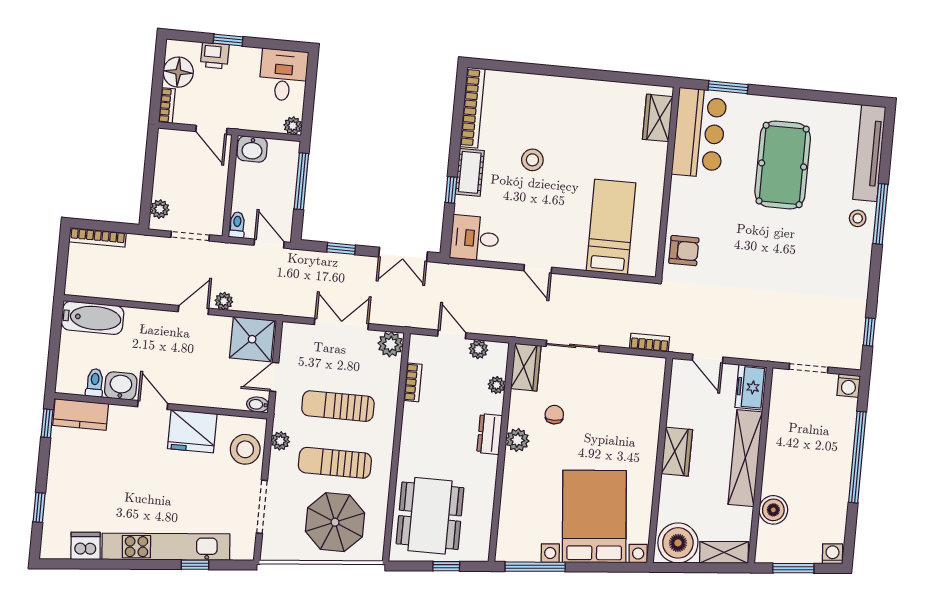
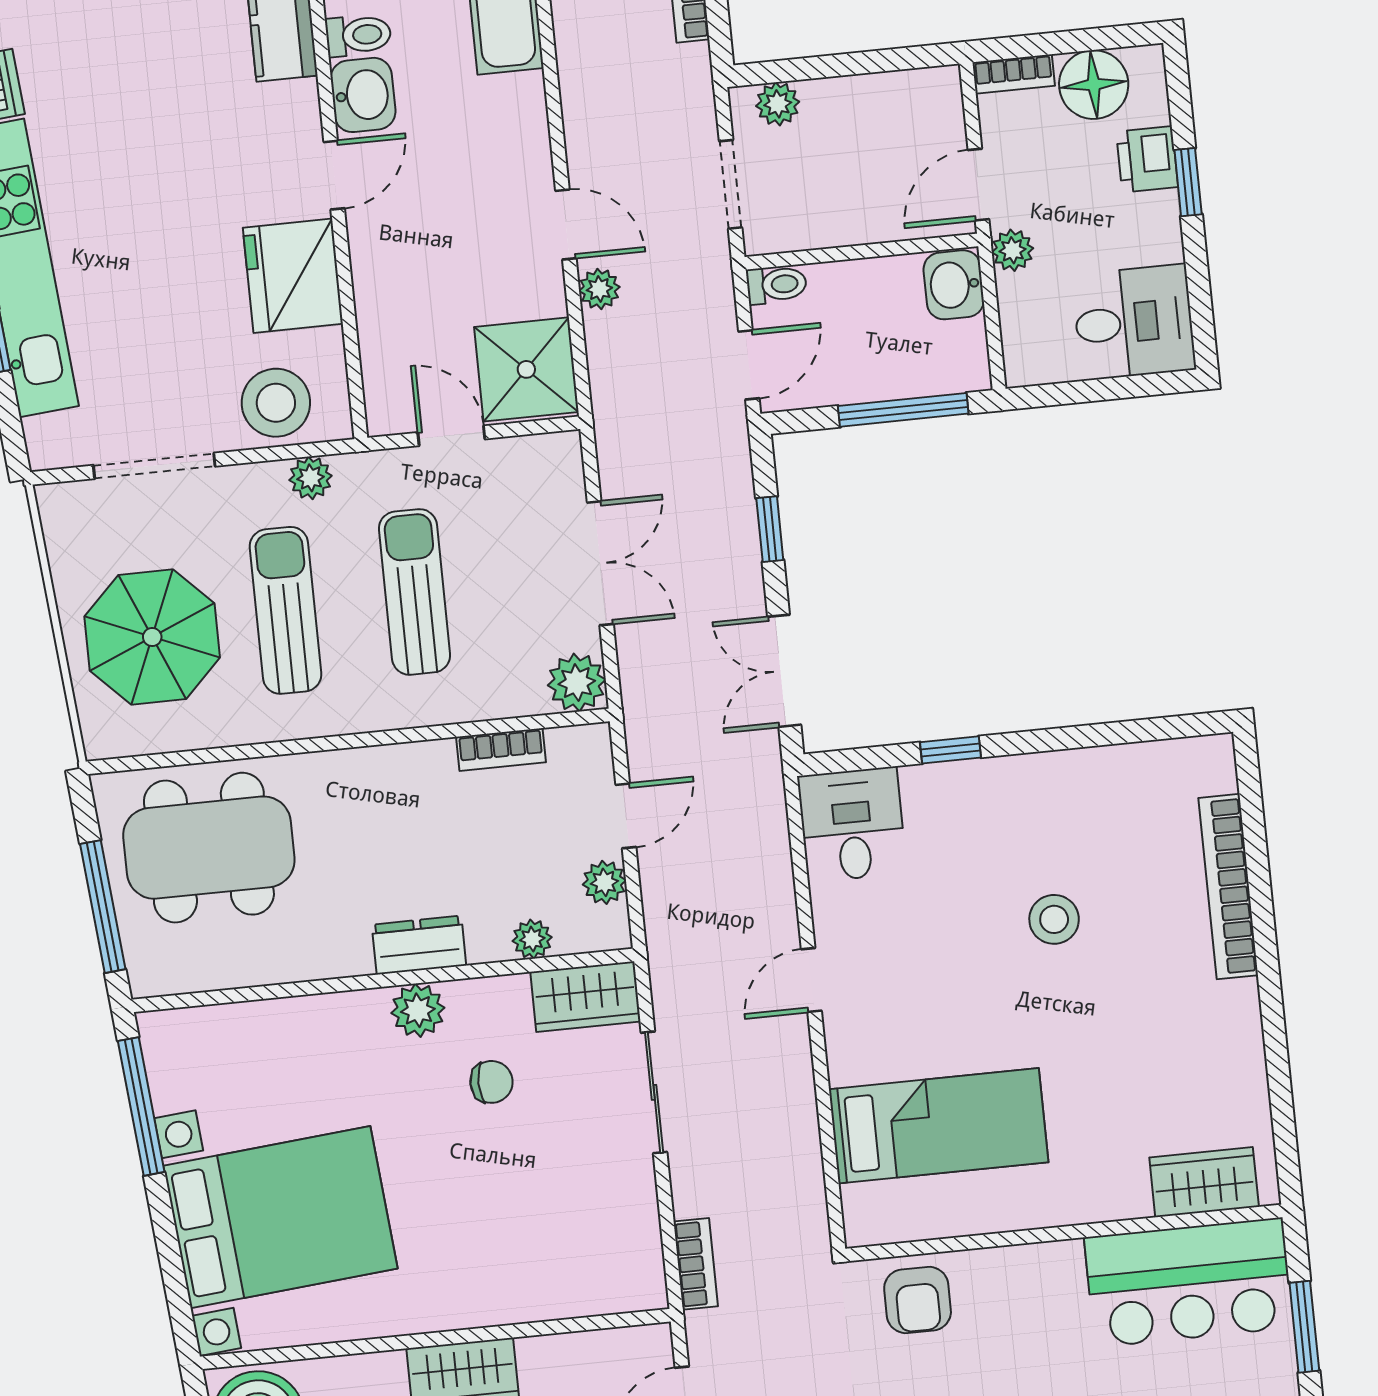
bookcase: (472, 108) -> (1228, 887), moved, turned 90
plant: (293, 126) -> (1012, 250), moved
cot: (470, 172) -> (998, 784), removed
bidet: (258, 404) -> (382, 411), removed
window: (446, 566) -> (103, 907), width x2.17

